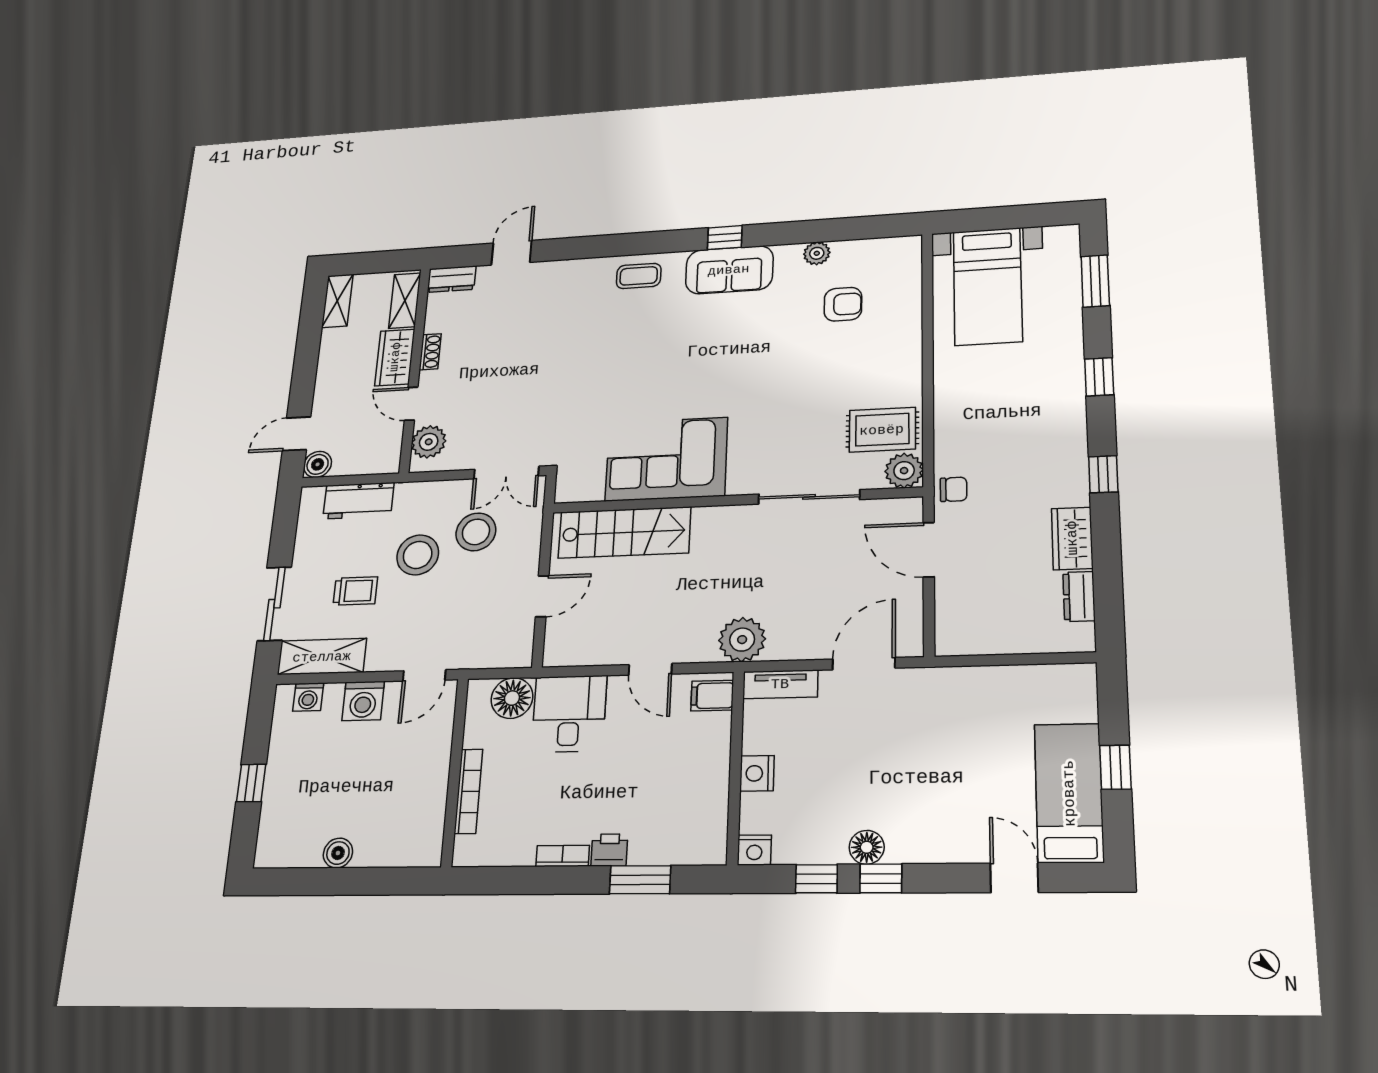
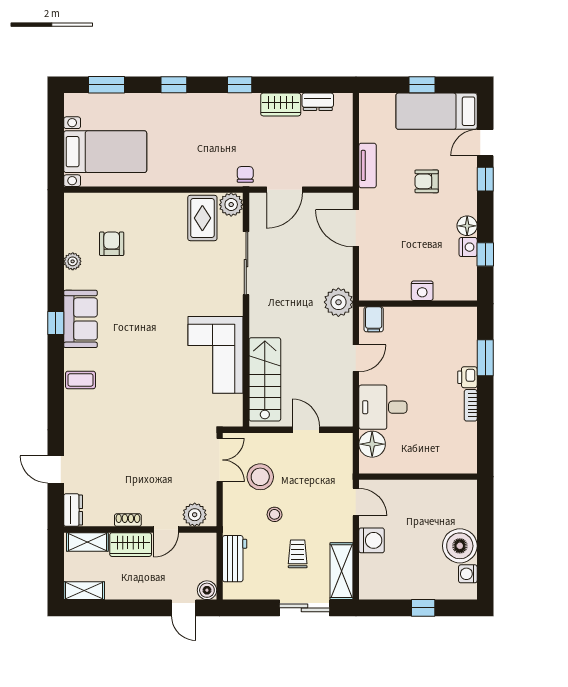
coffee table: (639, 276) -> (81, 380), turned 90
stool: (418, 555) -> (275, 514), width x0.53, depth x0.53
tv unit: (780, 684) -> (368, 165), moved
washing machine: (308, 697) -> (468, 574), moved, turned 180
armchair: (944, 778) -> (427, 181), added
bookcase: (468, 791) -> (431, 467), removed
nightstand: (754, 850) -> (468, 247), moved
boiler: (338, 853) -> (460, 546), width x1.86, depth x1.86
window: (881, 878) -> (485, 179), moved

